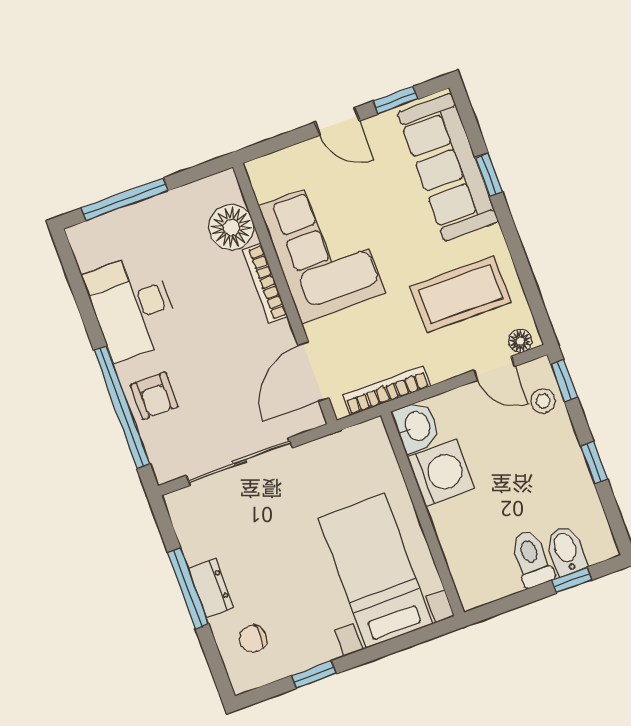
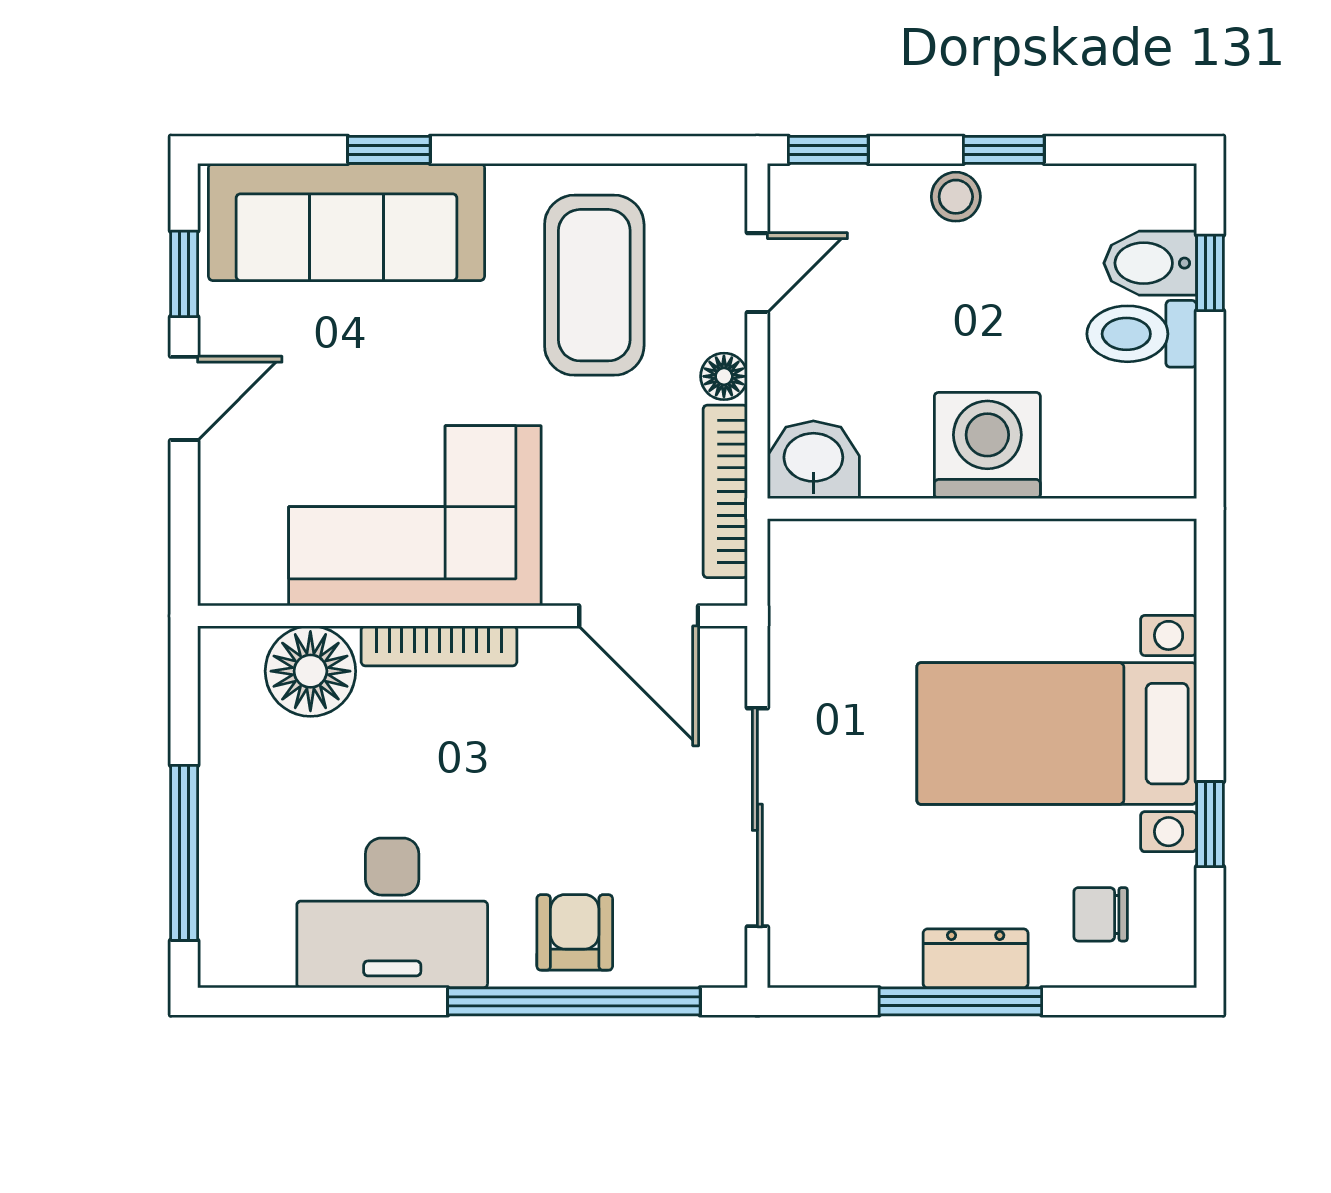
floor lamp: (520, 341) -> (724, 376), moved
armchair: (154, 396) -> (575, 932), turned -90
stool: (543, 401) -> (956, 197), moved
washing machine: (441, 473) -> (987, 445), moved
bed with nightstands: (375, 571) -> (1057, 734), moved
chair: (253, 639) -> (1101, 914), turned 90

